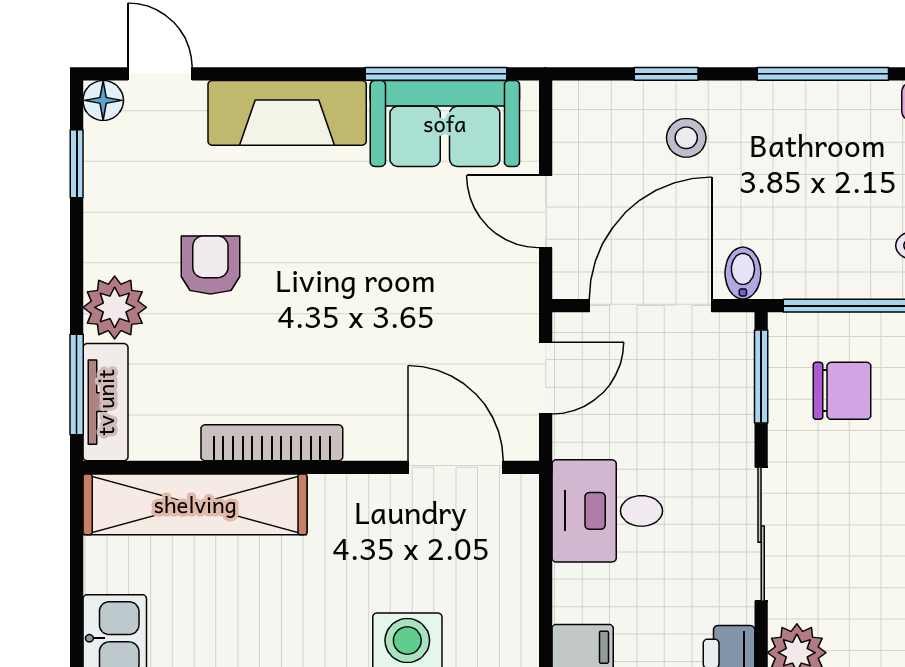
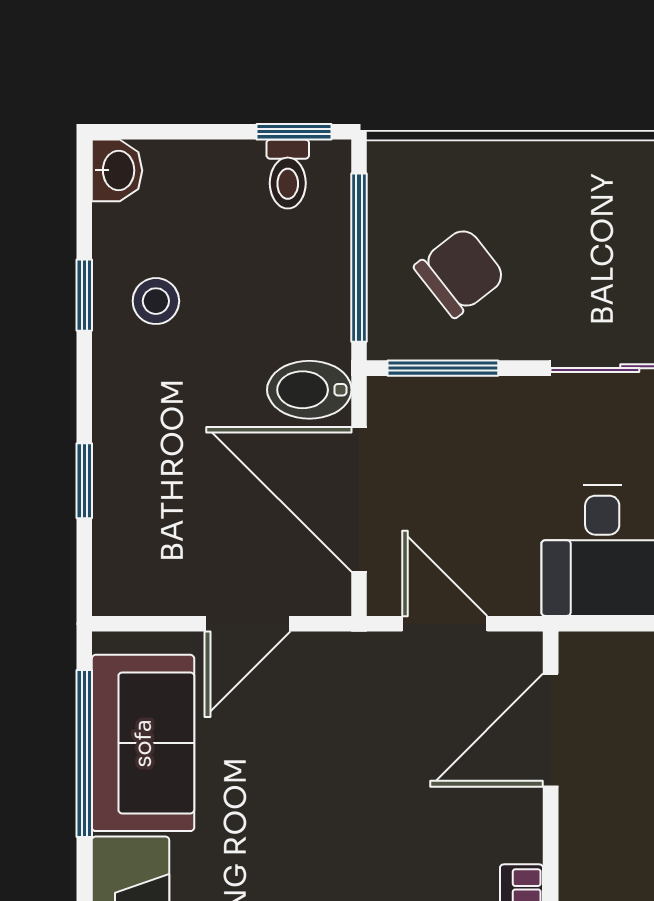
window: (823, 74) -> (84, 295), width x0.46
stool: (686, 138) -> (156, 301), moved
bidet: (743, 273) -> (309, 390), width x1.38, depth x1.36
chair: (842, 391) -> (460, 272), turned 52

